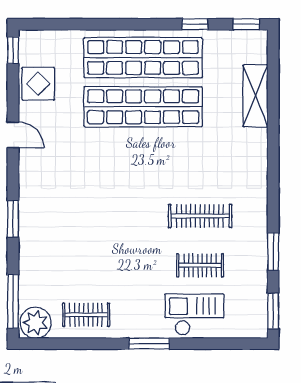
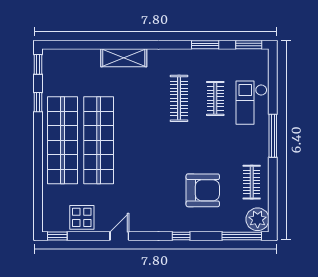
shelving: (255, 96) -> (124, 58), moved
window: (13, 219) -> (181, 236), width x0.67
armchair: (75, 248) -> (203, 190), added
window: (149, 344) -> (273, 136), width x1.44

